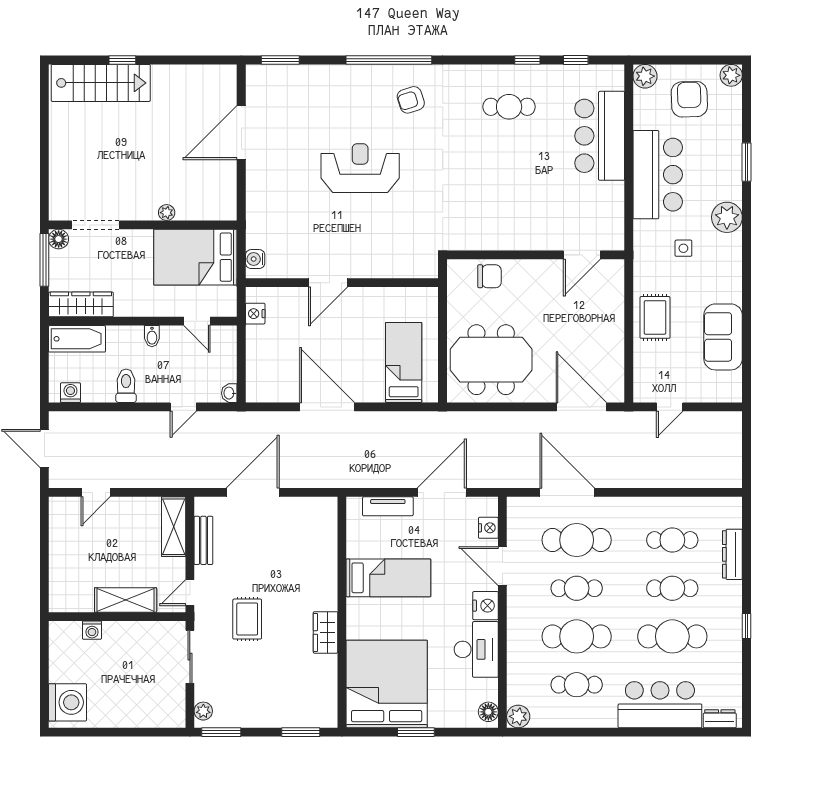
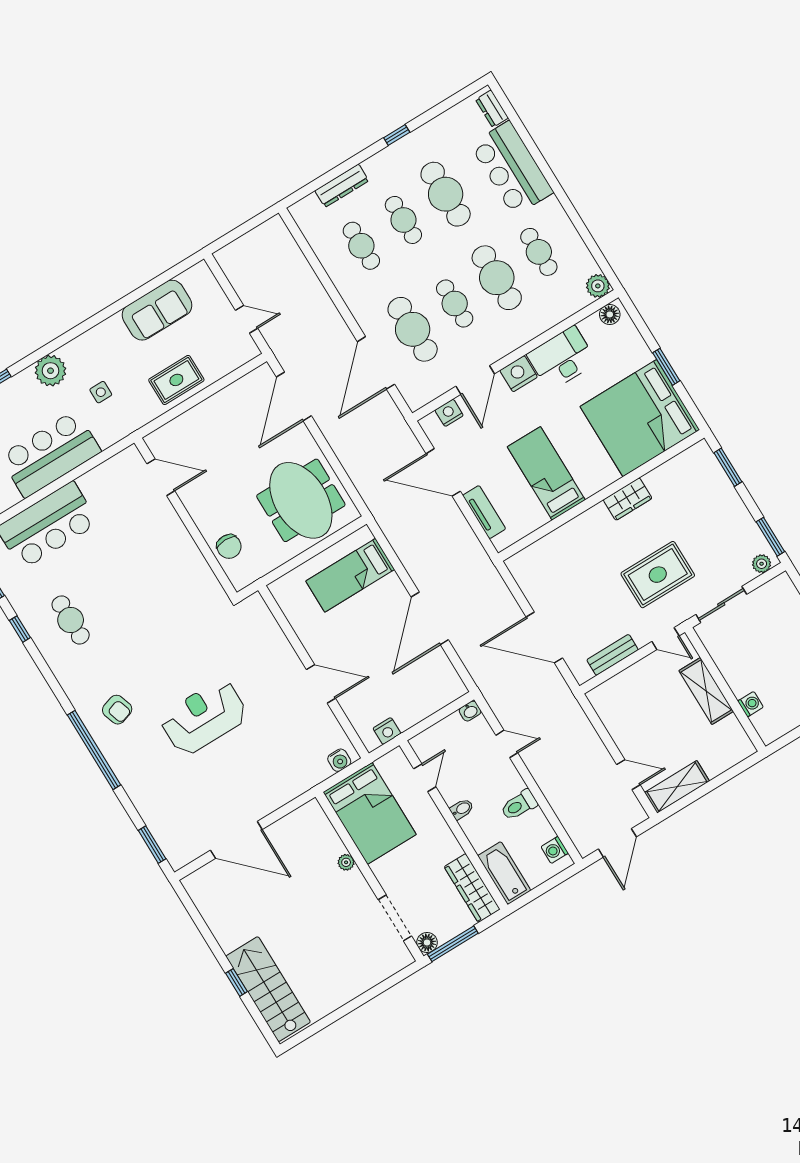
reception desk: (360, 168) -> (204, 717), turned 90
chair: (489, 276) -> (229, 546), turned 180
shelving: (174, 527) -> (677, 787), moved
rug: (247, 619) -> (658, 575), width x1.36, depth x1.43

